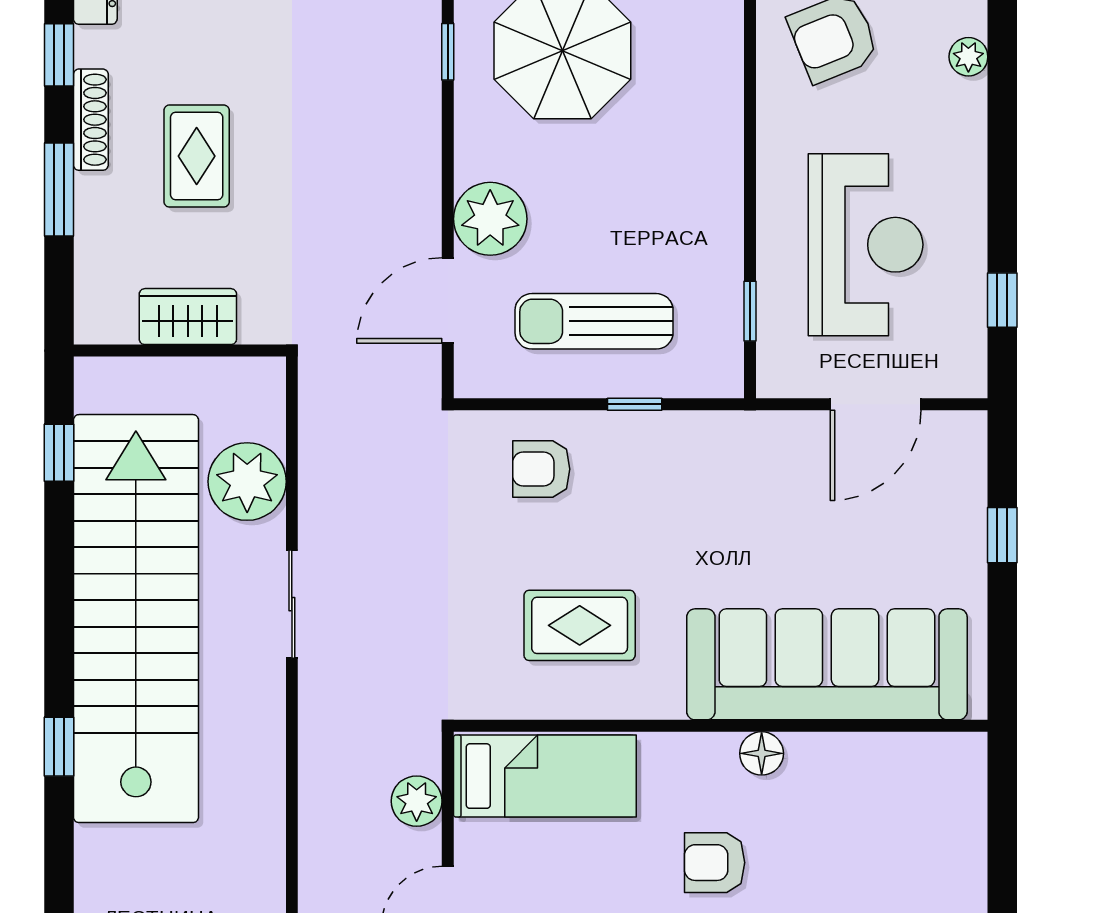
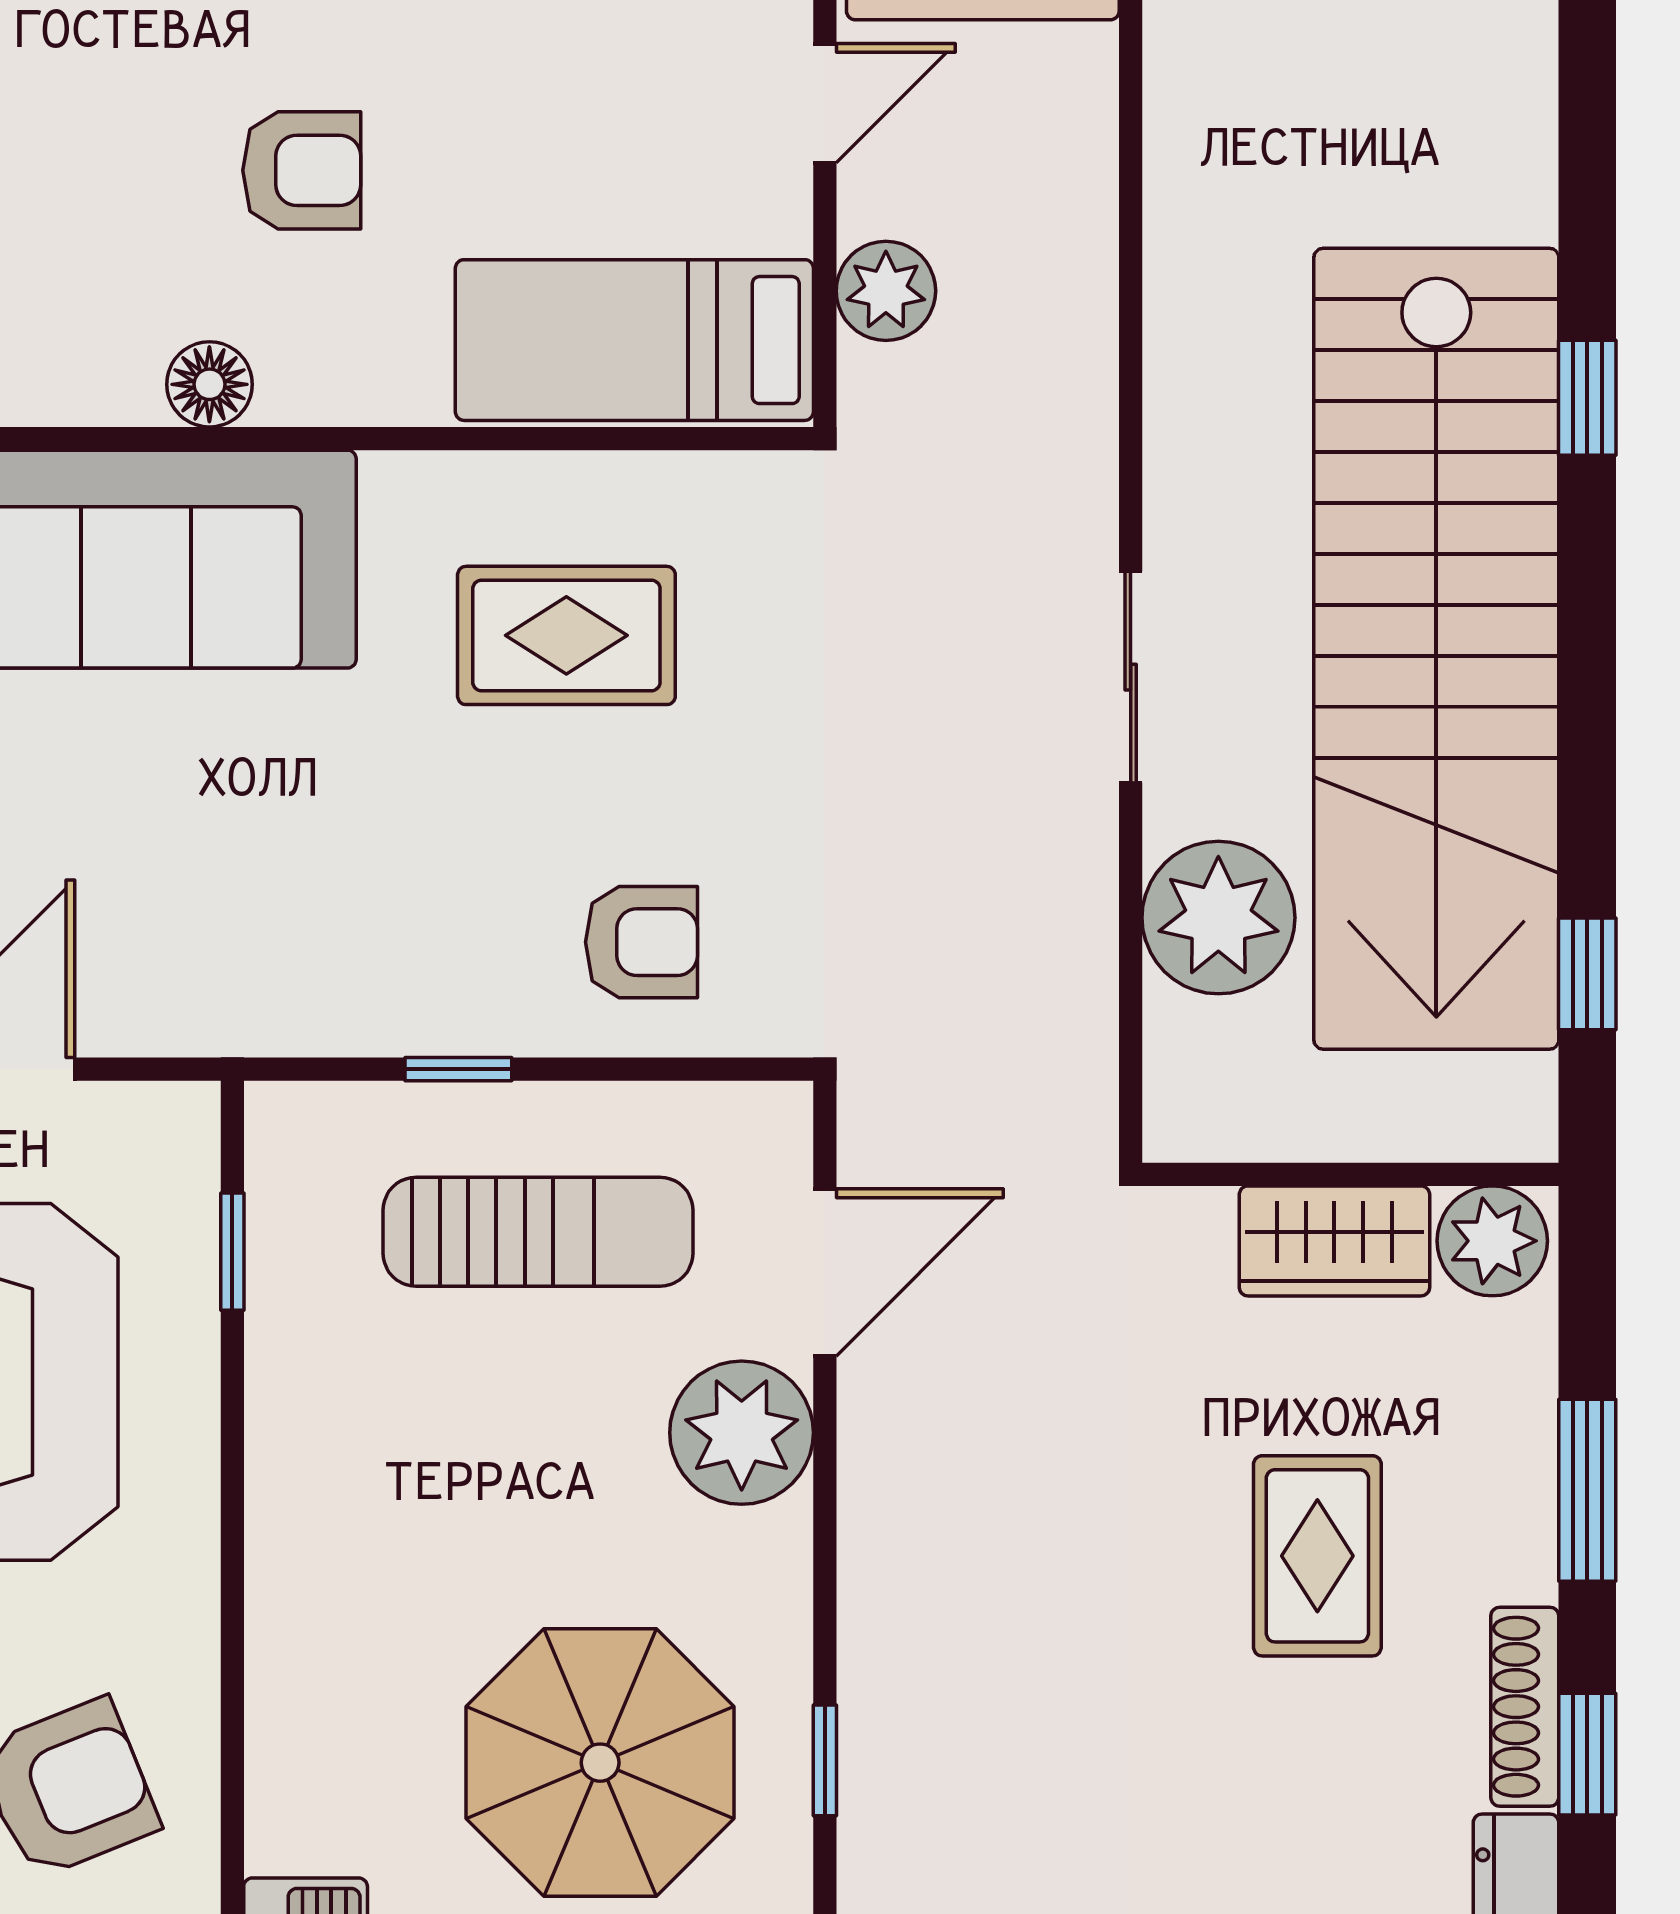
shoe rack: (91, 120) -> (1525, 1707), moved
plant: (107, 317) -> (1492, 1241), added

